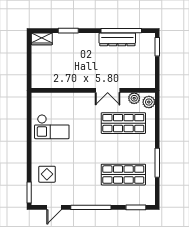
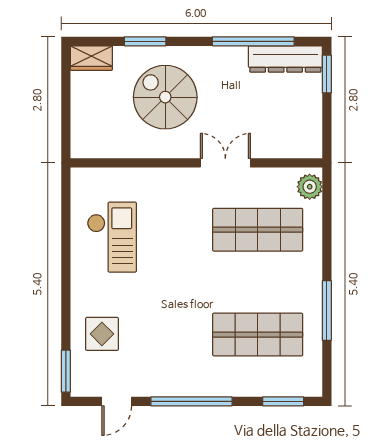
dresser: (117, 39) -> (285, 59), moved
spiral stairs: (78, 58) -> (165, 97), added
double door: (108, 90) -> (225, 163), swing flipped
plant: (134, 98) -> (280, 179), removed
checkout: (52, 127) -> (112, 237), turned -90

